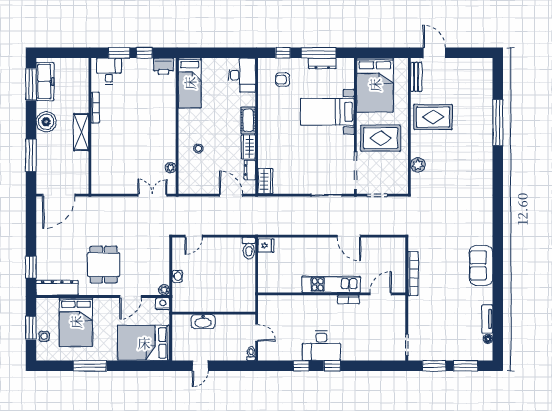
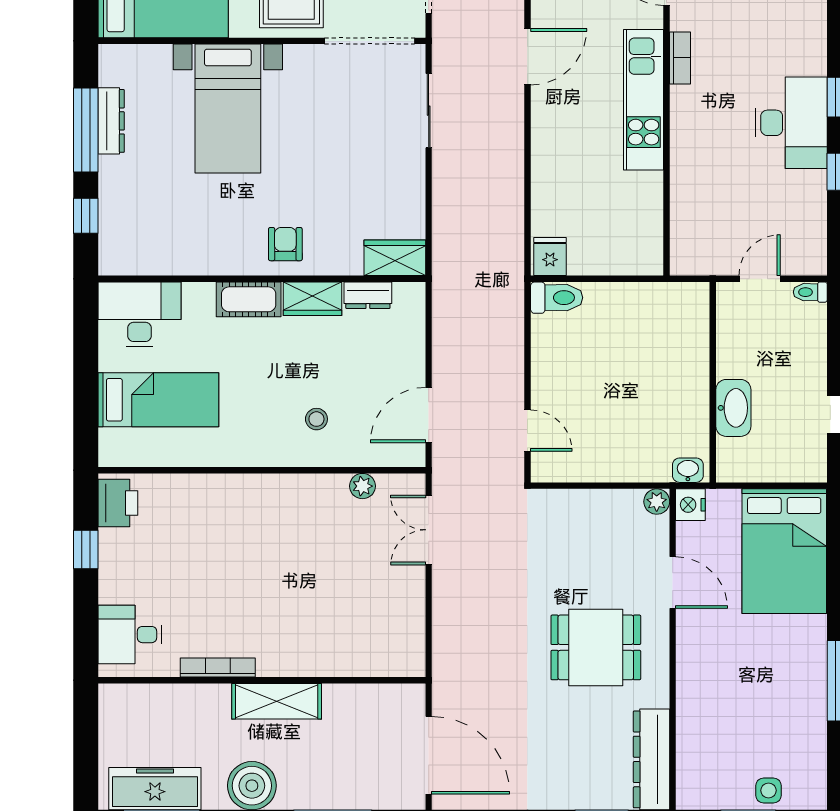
window: (119, 53) -> (86, 610), removed
armchair: (283, 80) -> (285, 244), moved, turned 180
bed: (190, 83) -> (158, 400), moved
door: (231, 195) -> (429, 415), moved
washbasin: (177, 276) -> (688, 470), moved
bed: (76, 322) -> (734, 714), removed

